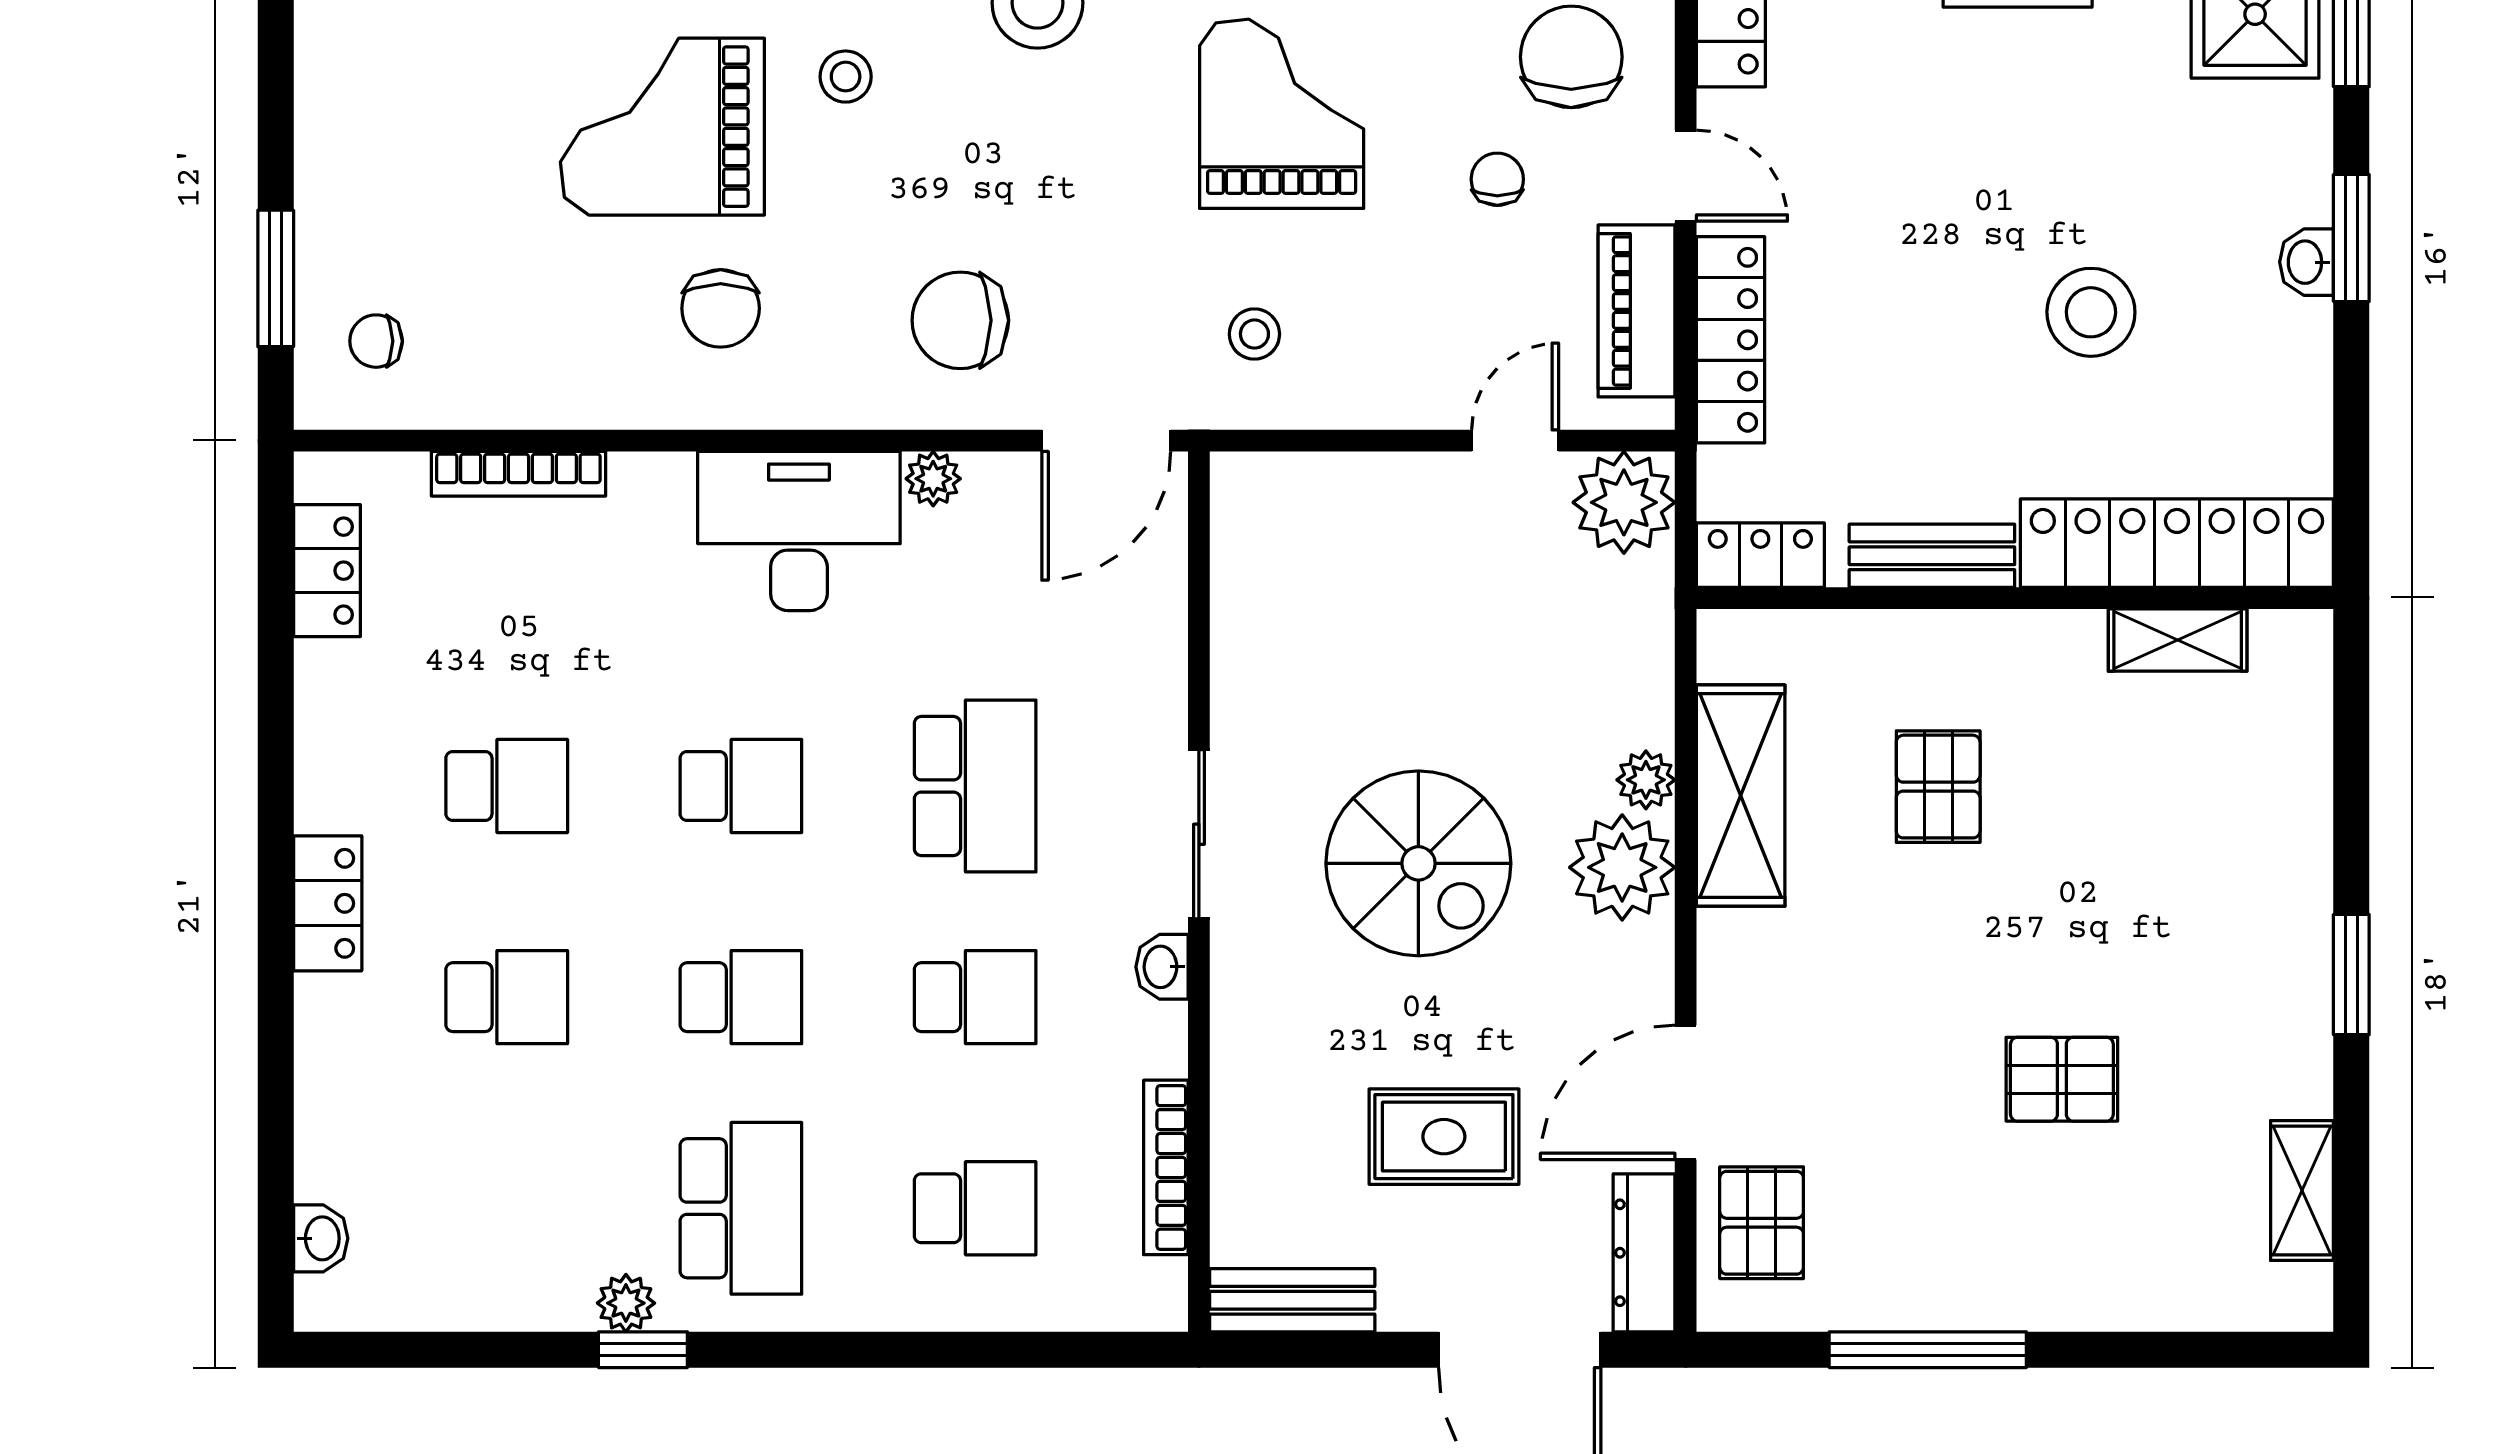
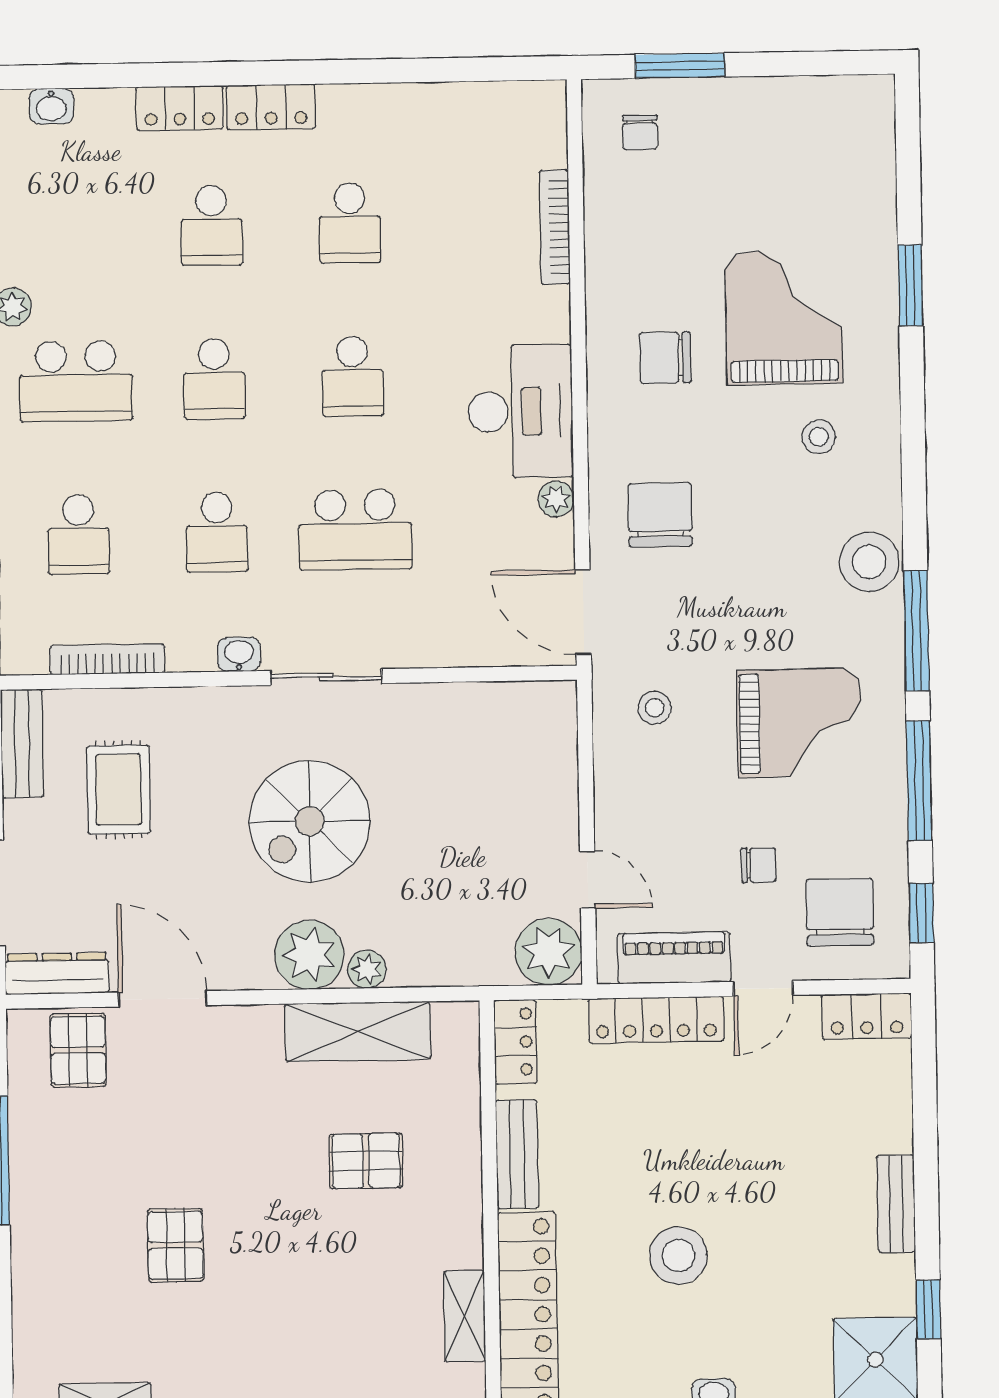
chair: (1571, 57) -> (840, 912), turned -90
chair: (376, 341) -> (640, 132), turned 180
locker: (327, 571) -> (180, 108), moved
rug: (1444, 1137) -> (119, 790), moved
pallet: (1762, 1223) -> (78, 1050), turned 90

